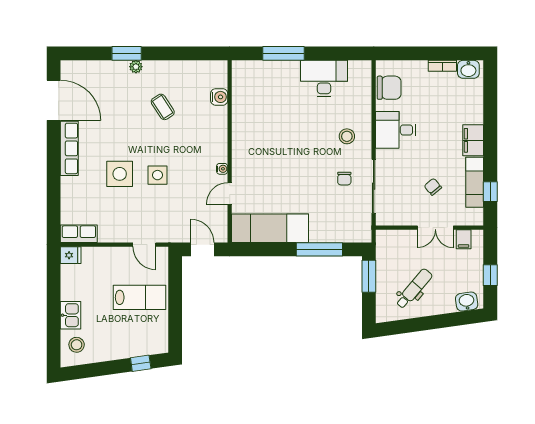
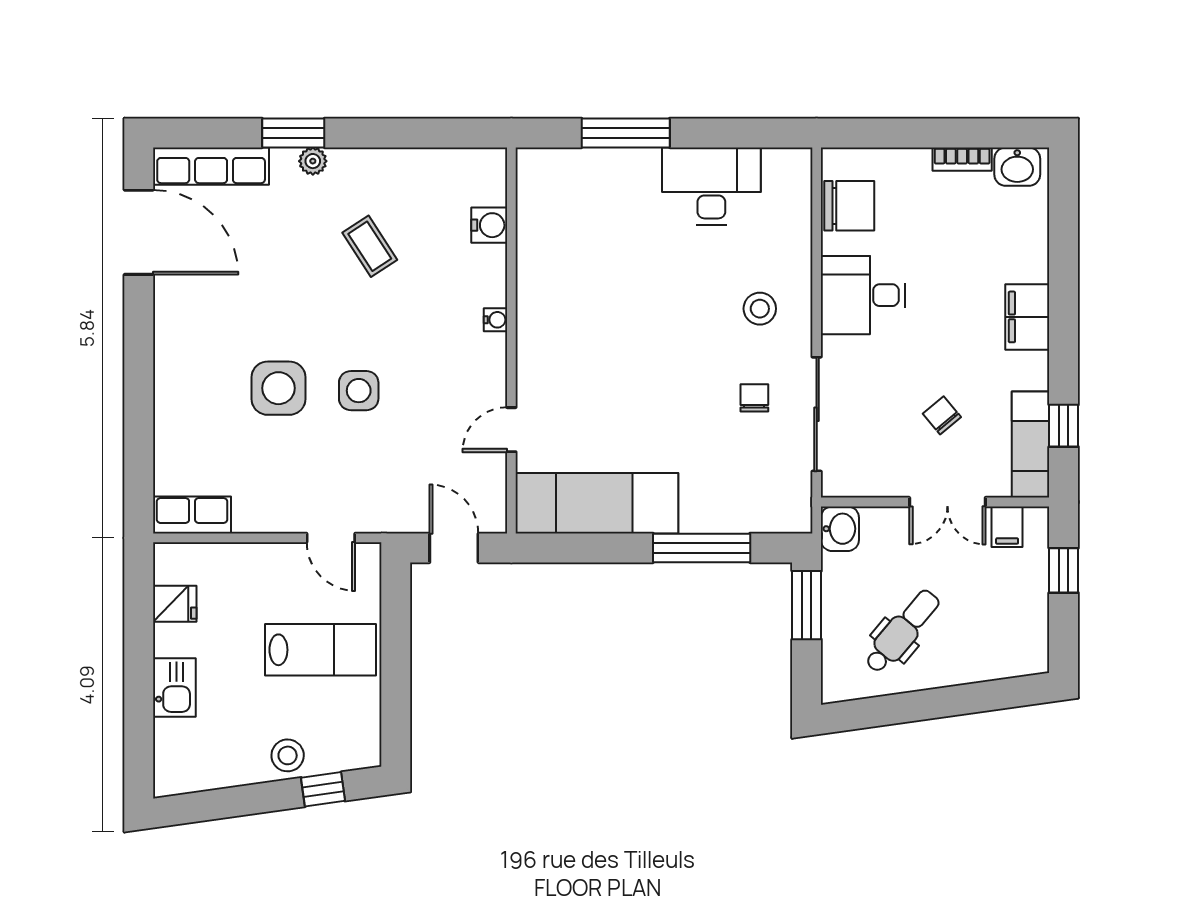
row of seats: (69, 148) -> (211, 166), moved, turned 90
water cooler: (222, 169) -> (495, 320), moved
chair: (344, 179) -> (754, 398), turned 180
exam couch: (475, 182) -> (1031, 445), moved
fridge: (71, 255) -> (175, 604), moved
window: (490, 275) -> (1064, 570), moved
washbasin: (467, 302) -> (840, 529), moved, turned 98
stool: (77, 345) -> (288, 755), moved

